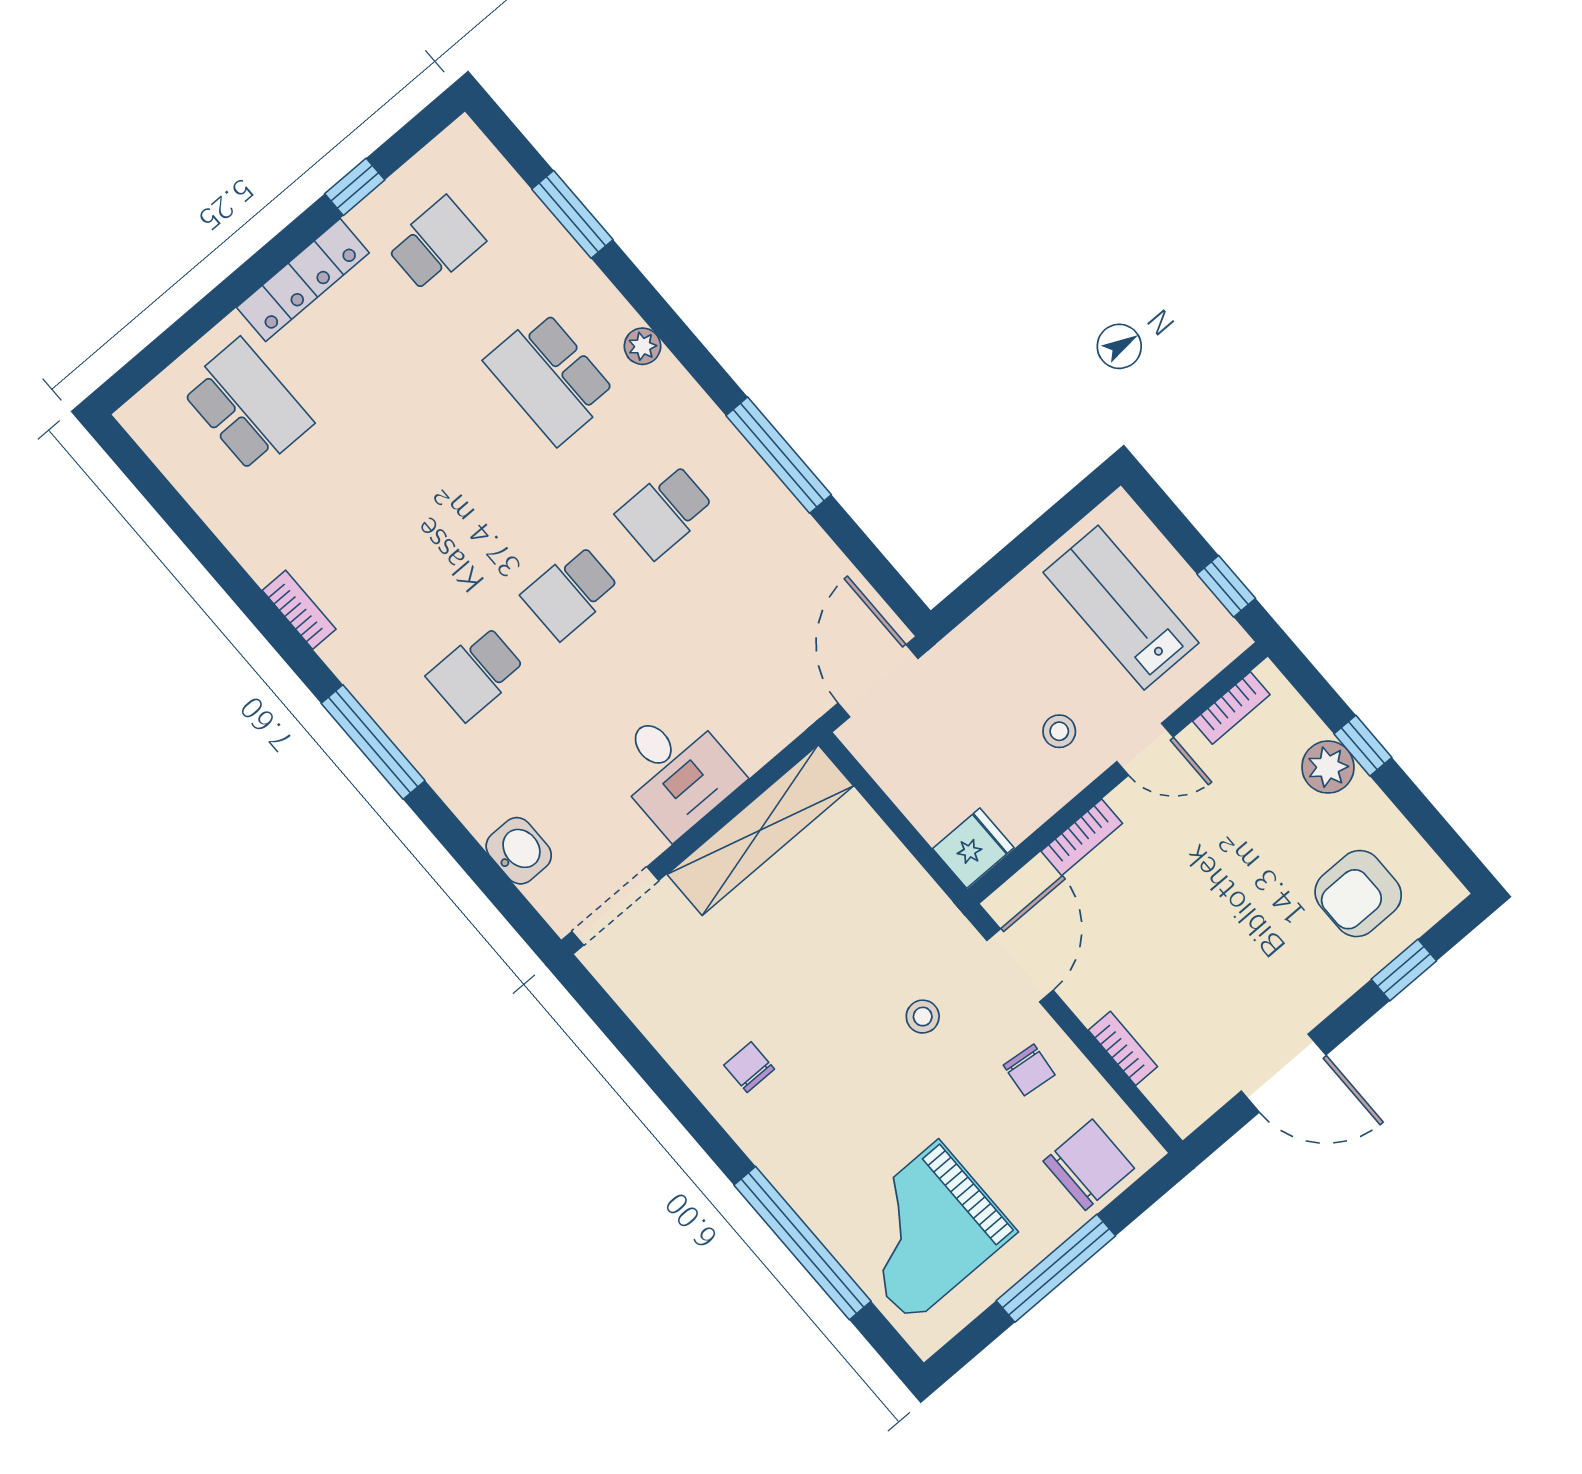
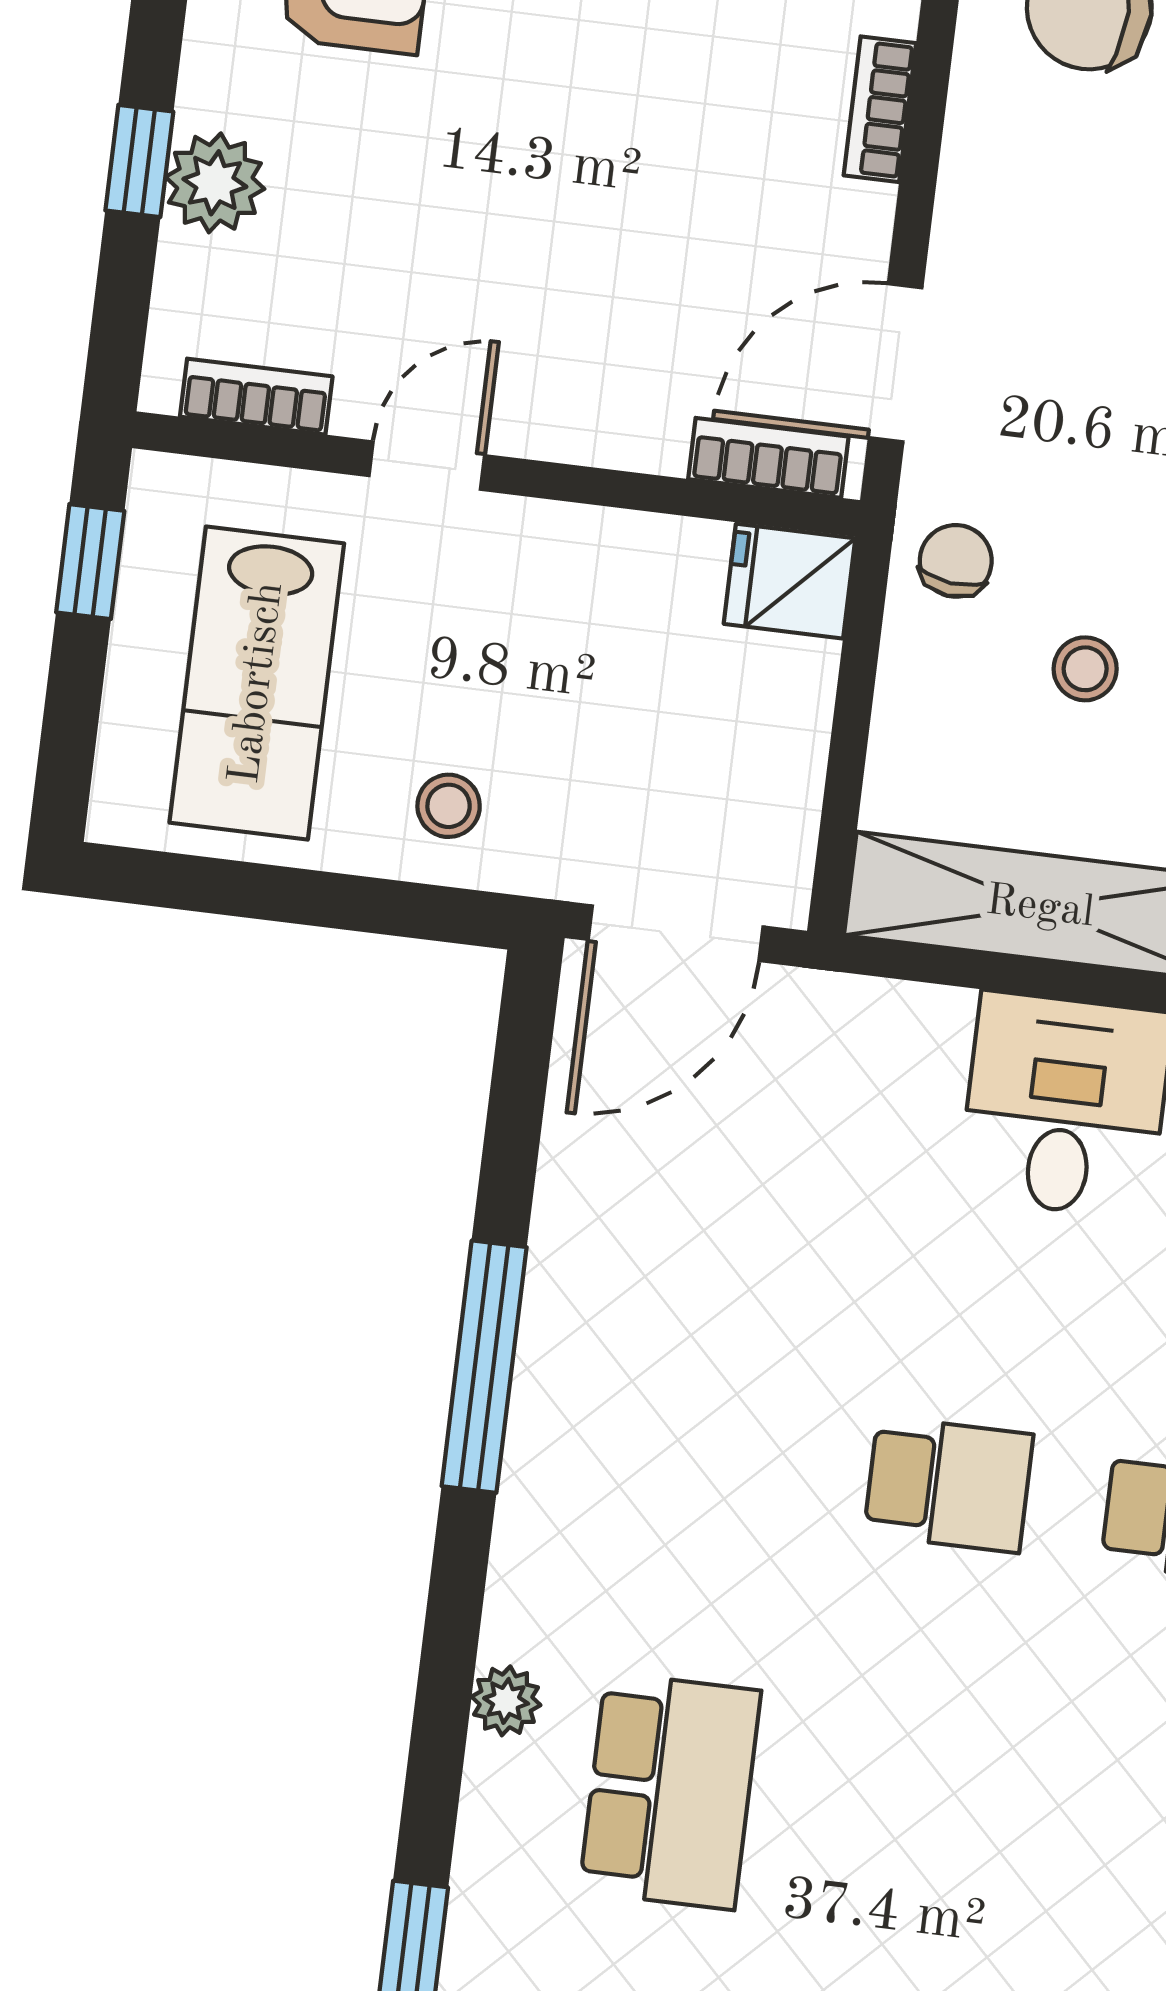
school desk: (665, 511) -> (711, 1455), removed
stool: (1059, 731) -> (449, 806), moved
door: (1145, 749) -> (427, 466), hinge flipped
bookcase: (1082, 837) -> (768, 458), moved
stool: (923, 1017) -> (1085, 669), moved
chair: (1029, 1070) -> (956, 561), moved

